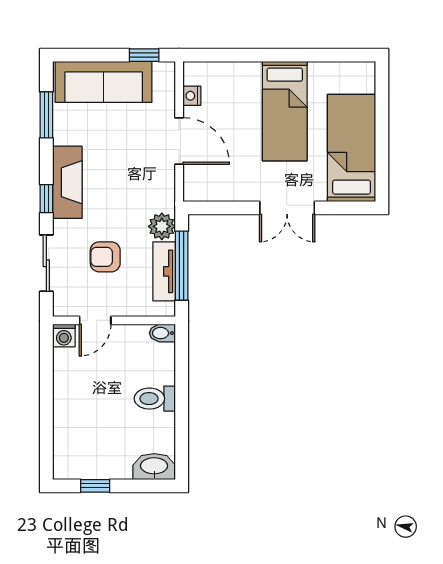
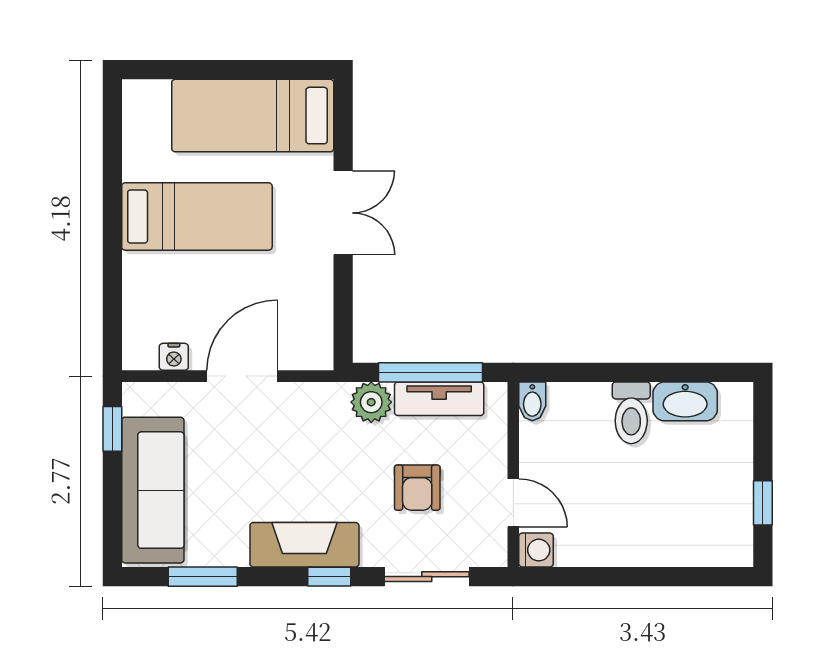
washbasin: (154, 467) -> (685, 401), moved, turned -90

